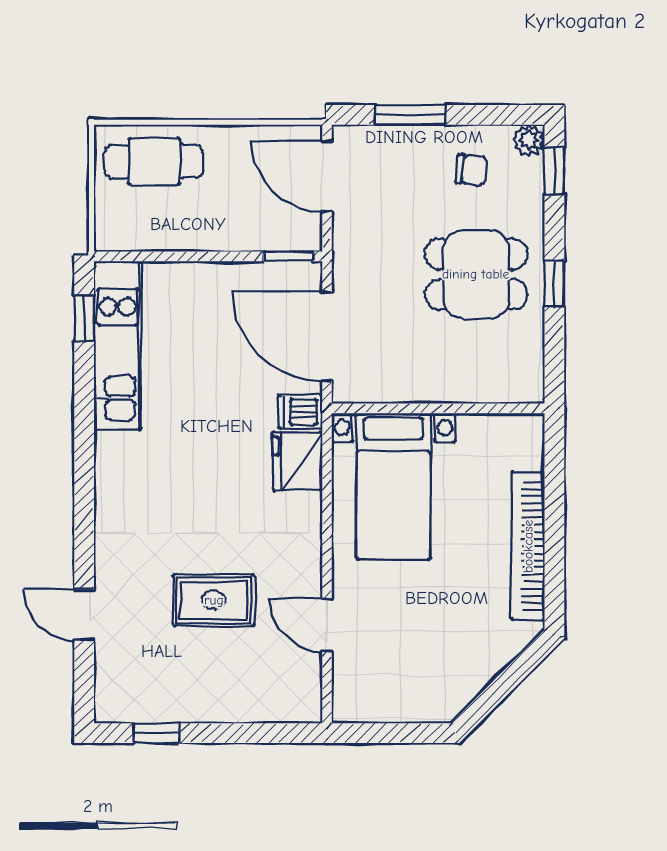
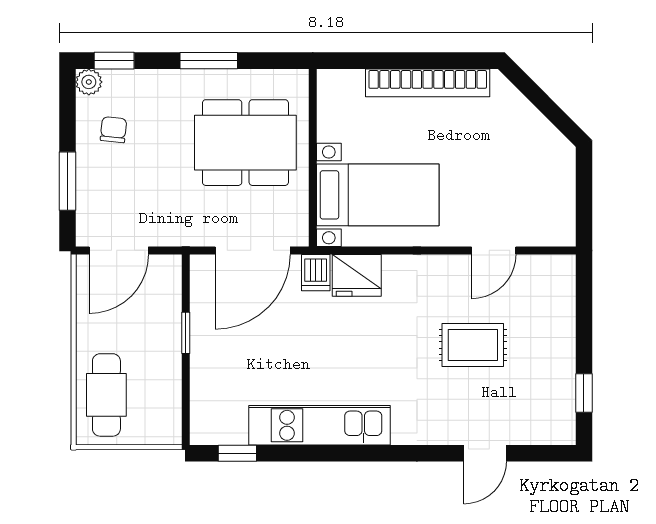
window: (288, 256) -> (186, 333), moved
dining table: (476, 274) -> (245, 143), moved, width x1.38
window: (554, 284) -> (209, 61), width x1.50
kitchen unit: (118, 346) -> (319, 425), moved
rug: (214, 600) -> (473, 345), turned 90

